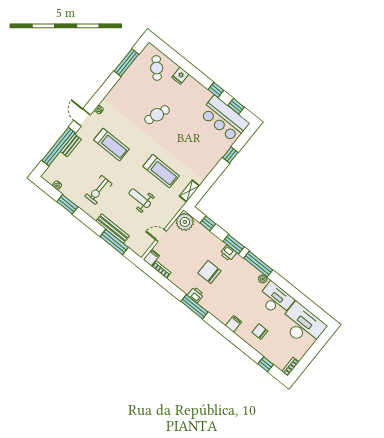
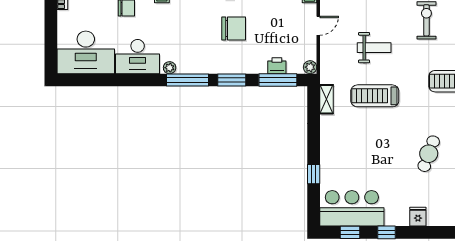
fridge: (180, 76) -> (418, 217), moved
plant: (185, 222) -> (310, 67), width x0.53, depth x0.53
window: (208, 223) -> (278, 80), width x2.17
printer: (228, 253) -> (277, 66), moved

